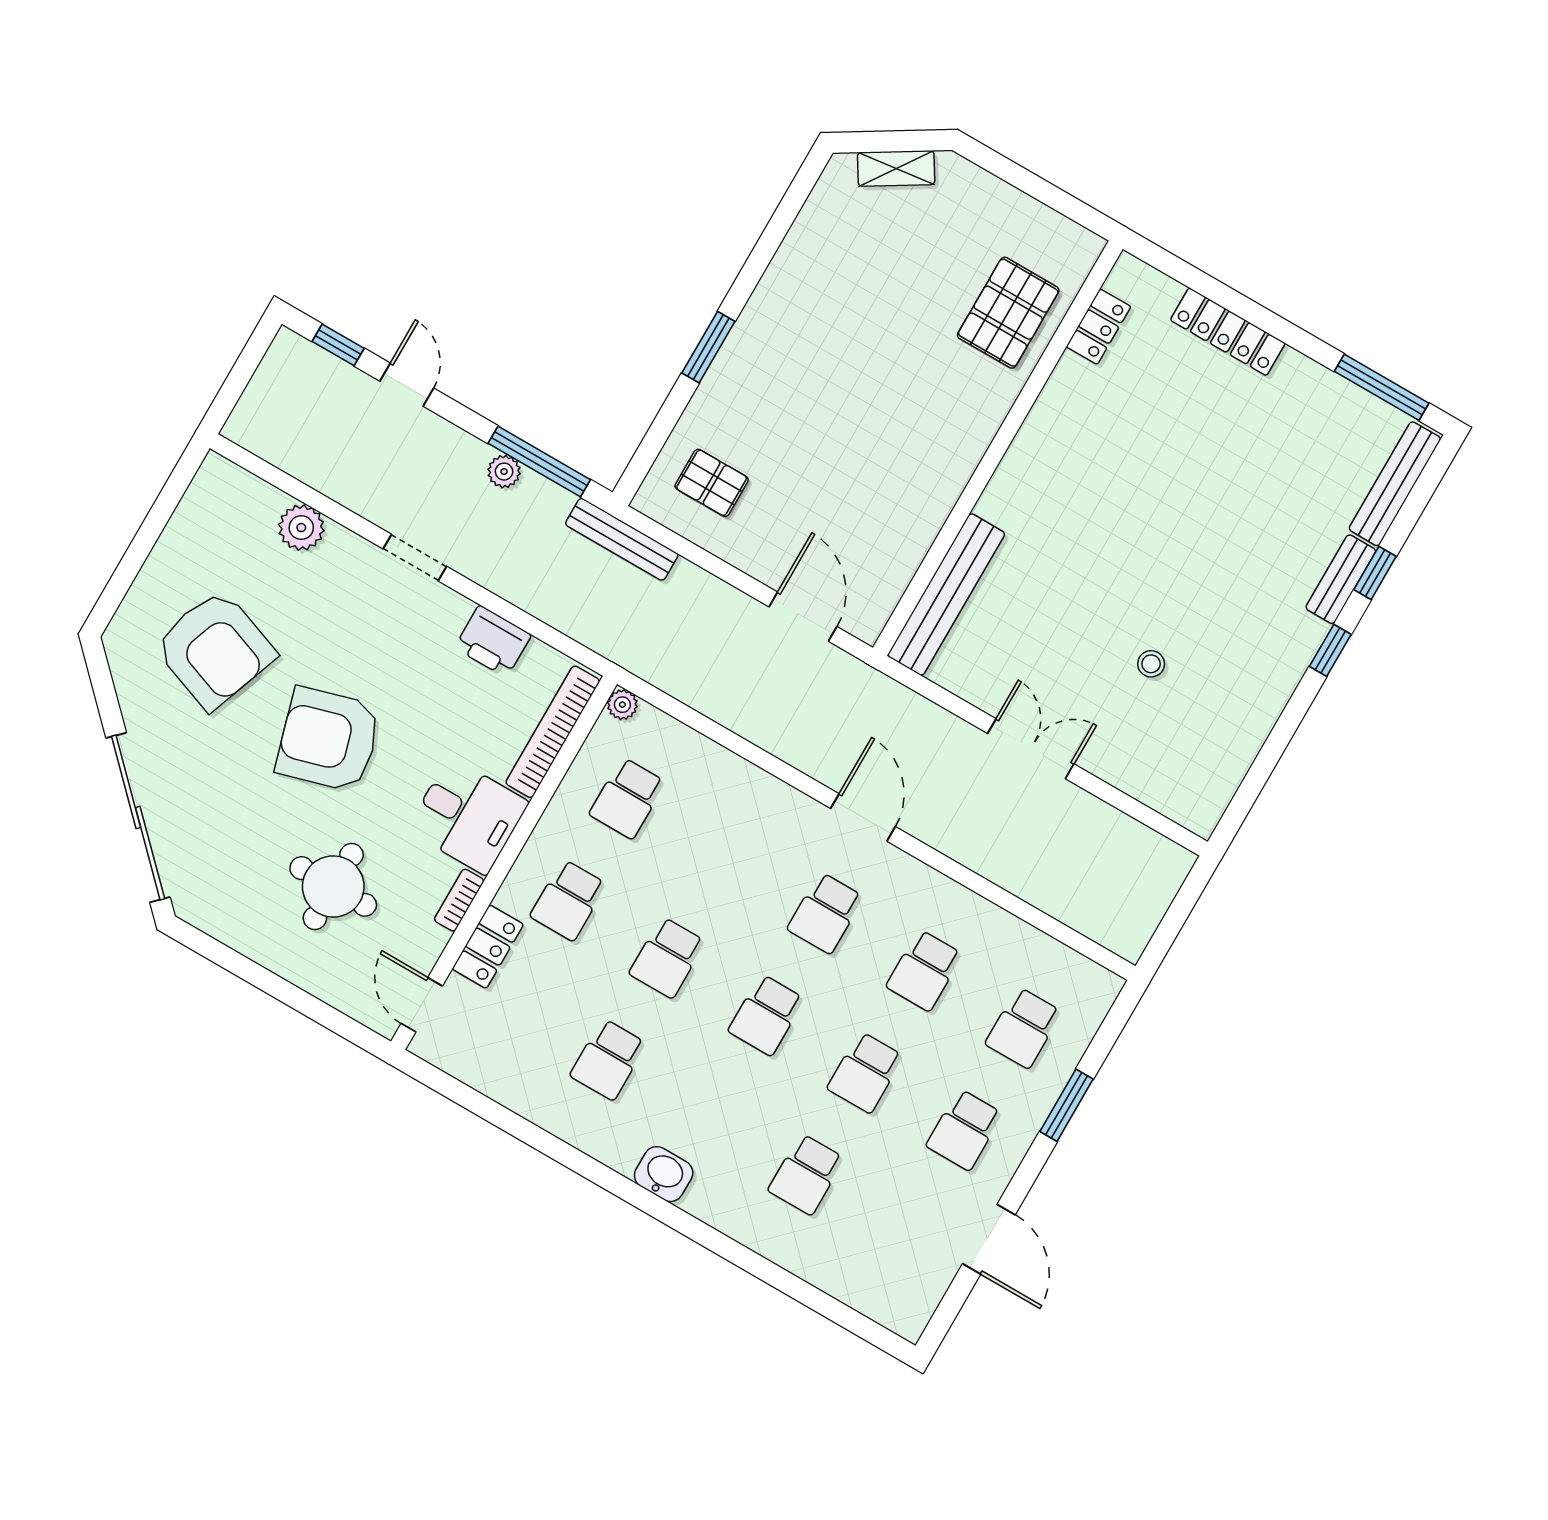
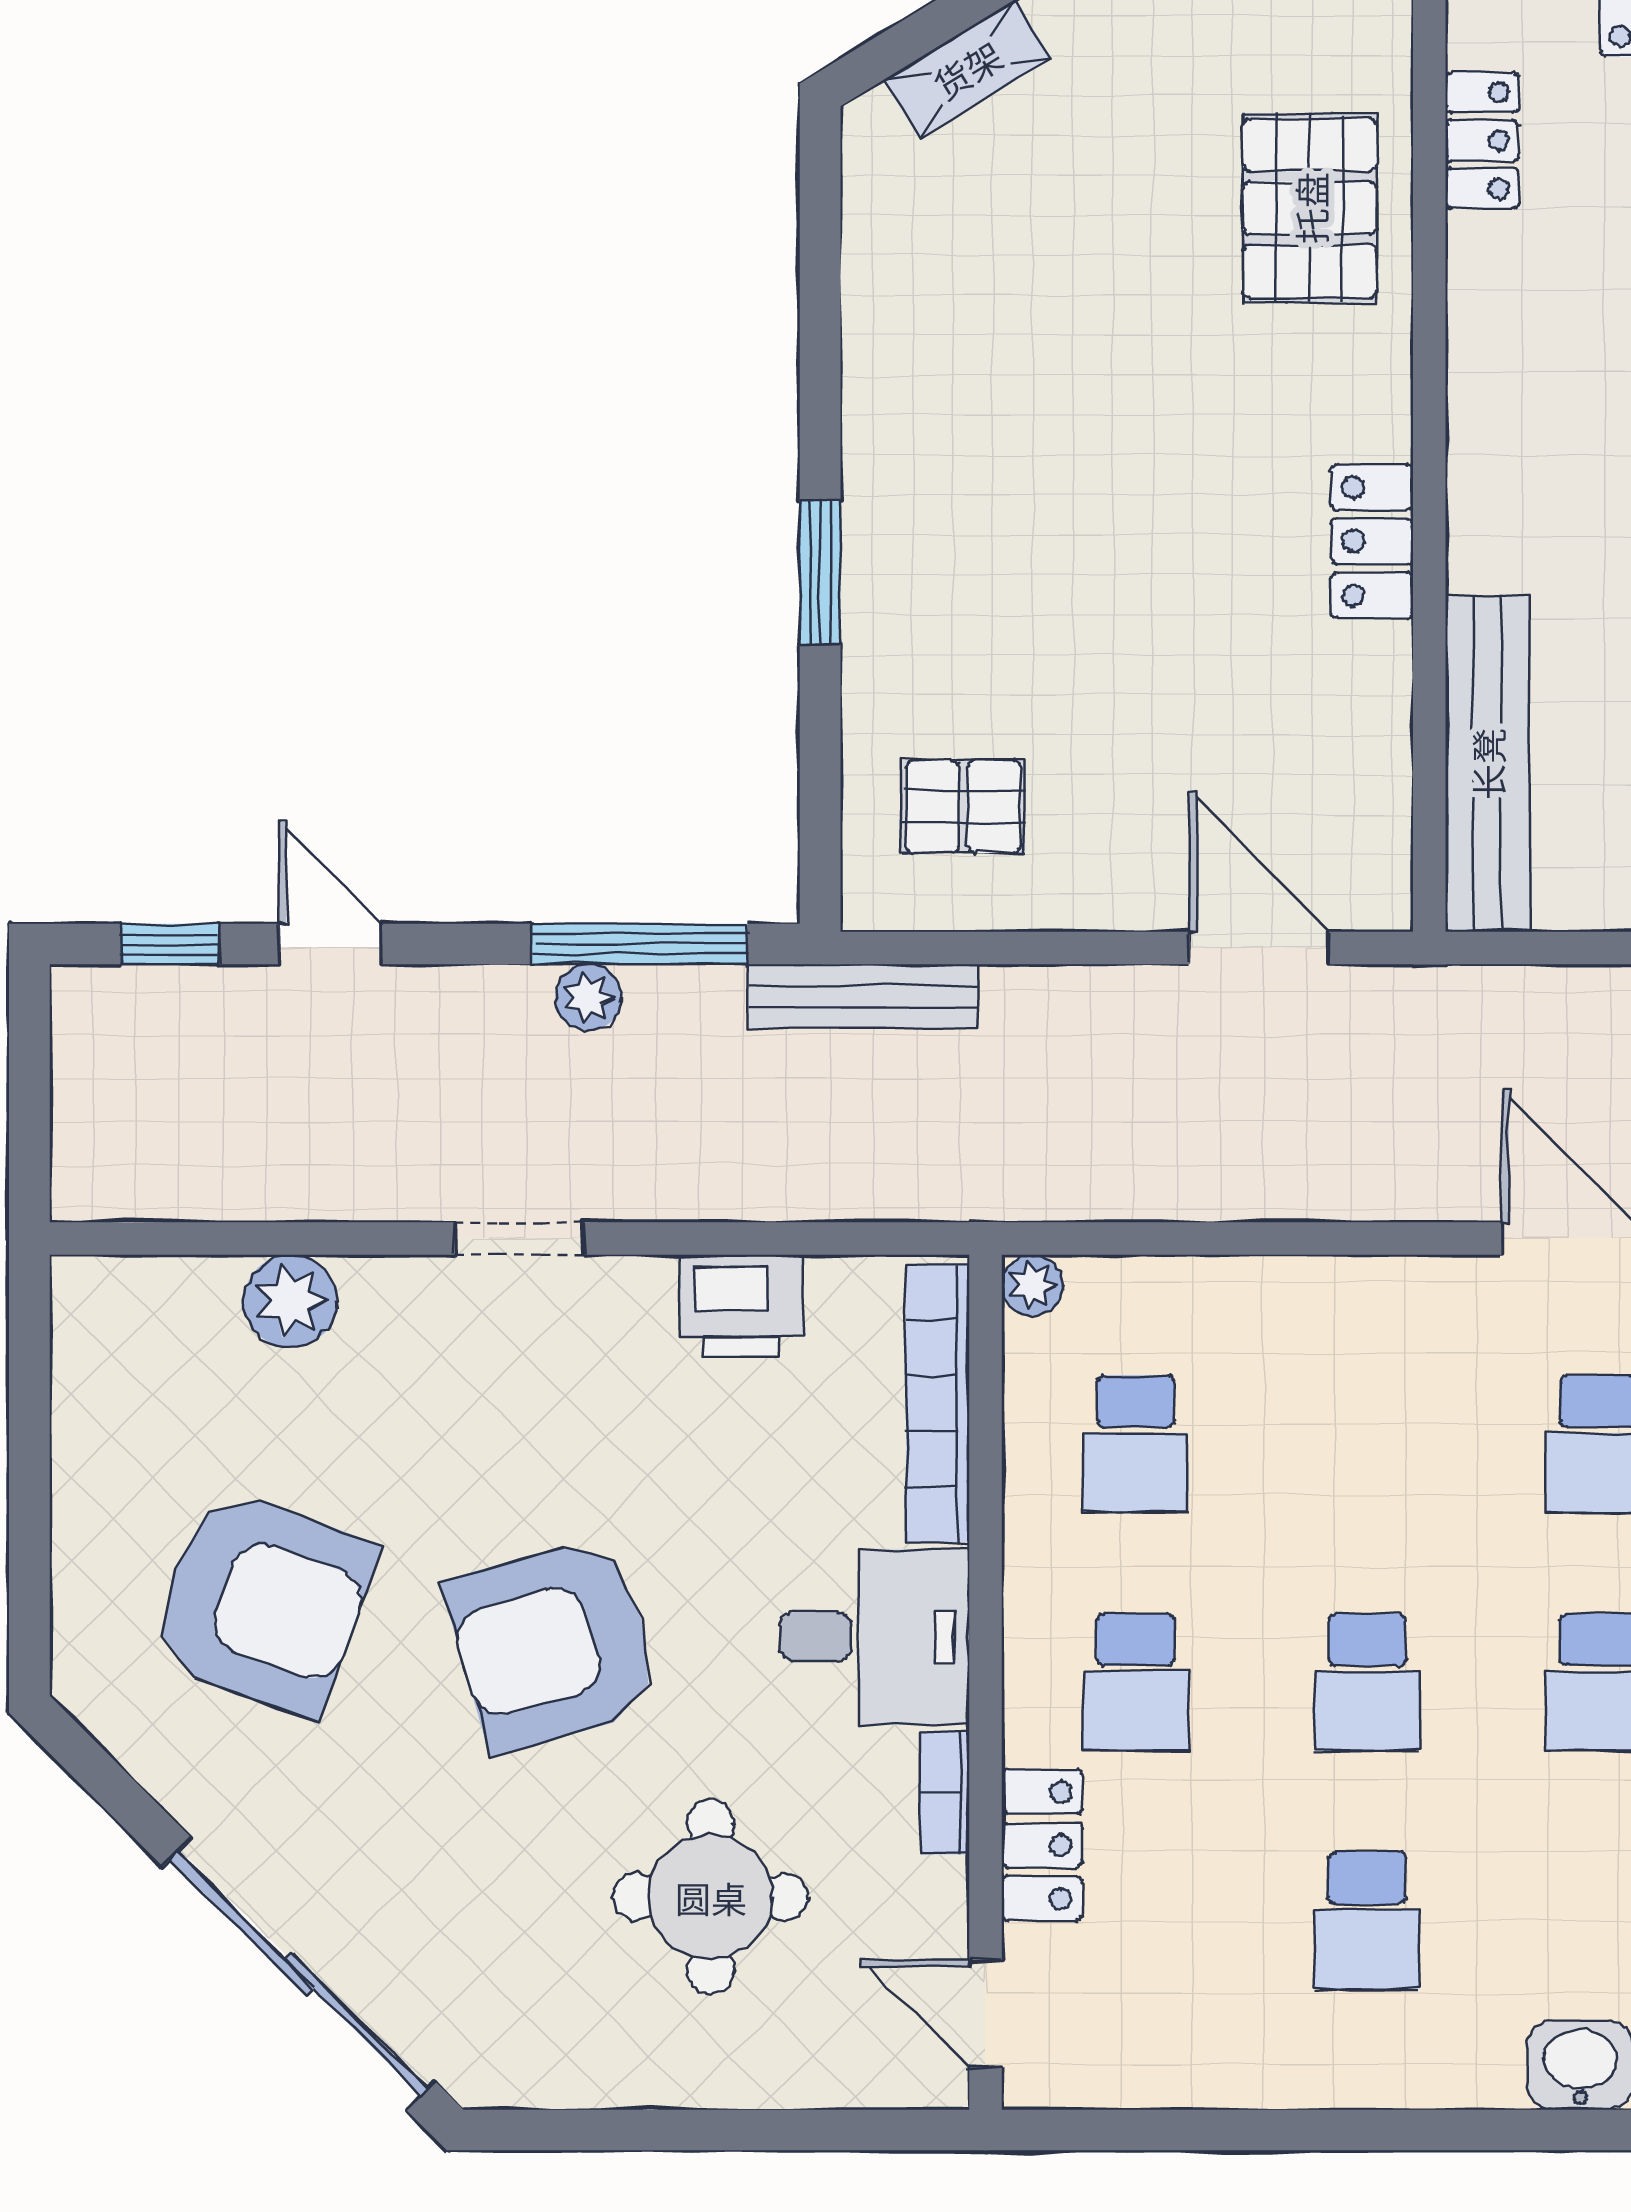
locker: (952, 471) -> (1372, 541), added

